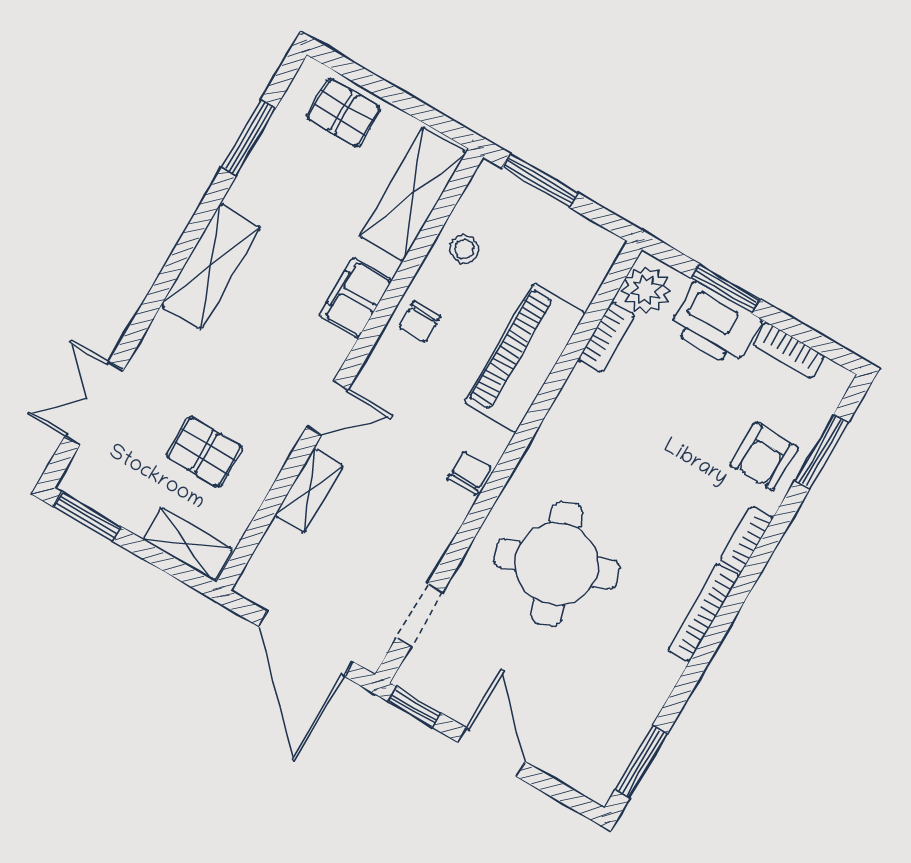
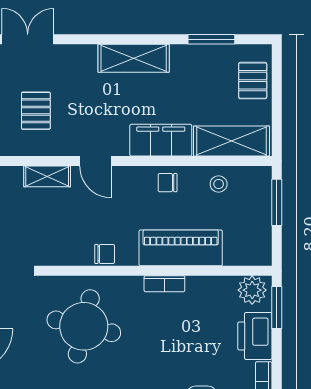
window: (725, 288) -> (277, 308), moved
filing cabinet: (356, 298) -> (161, 140), width x1.50, depth x1.17
bookcase: (606, 337) -> (164, 284), moved
round table: (557, 564) -> (84, 326), turned 32

